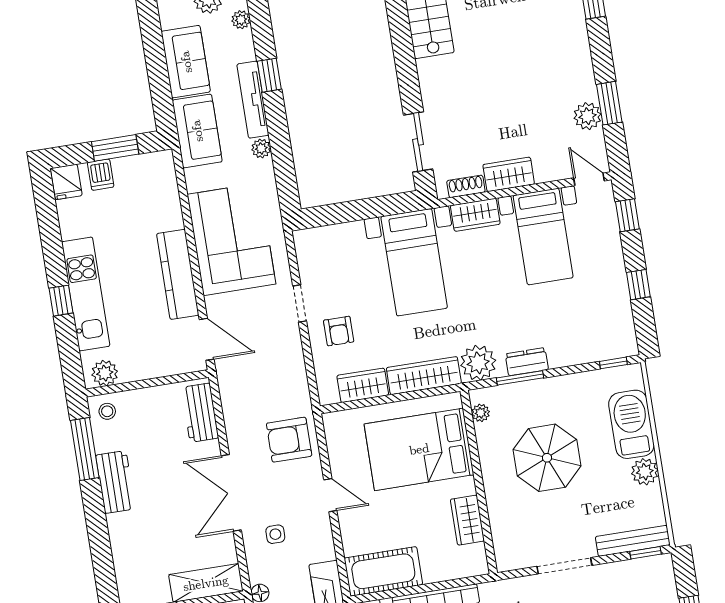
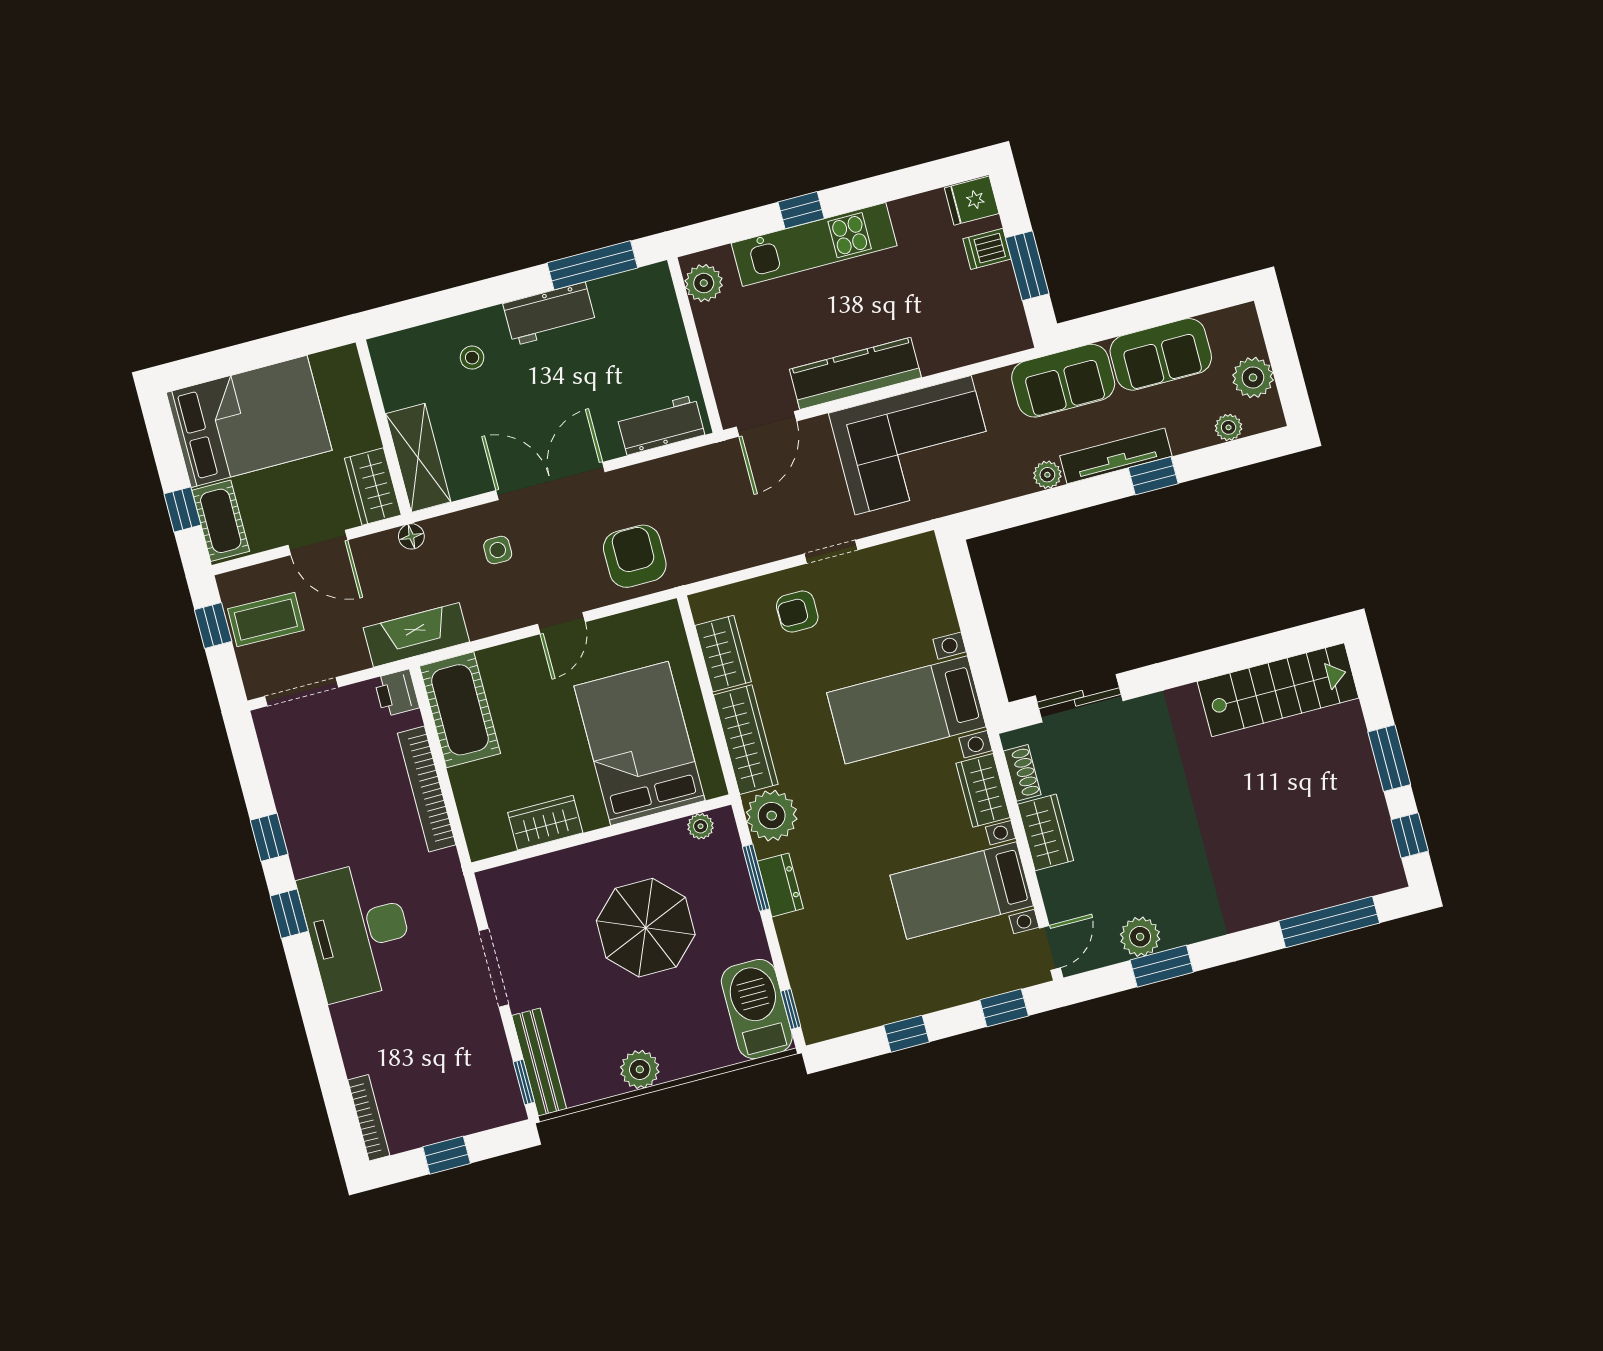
stool: (107, 411) -> (472, 358), moved
barbecue: (631, 424) -> (757, 1009), moved, turned -90

